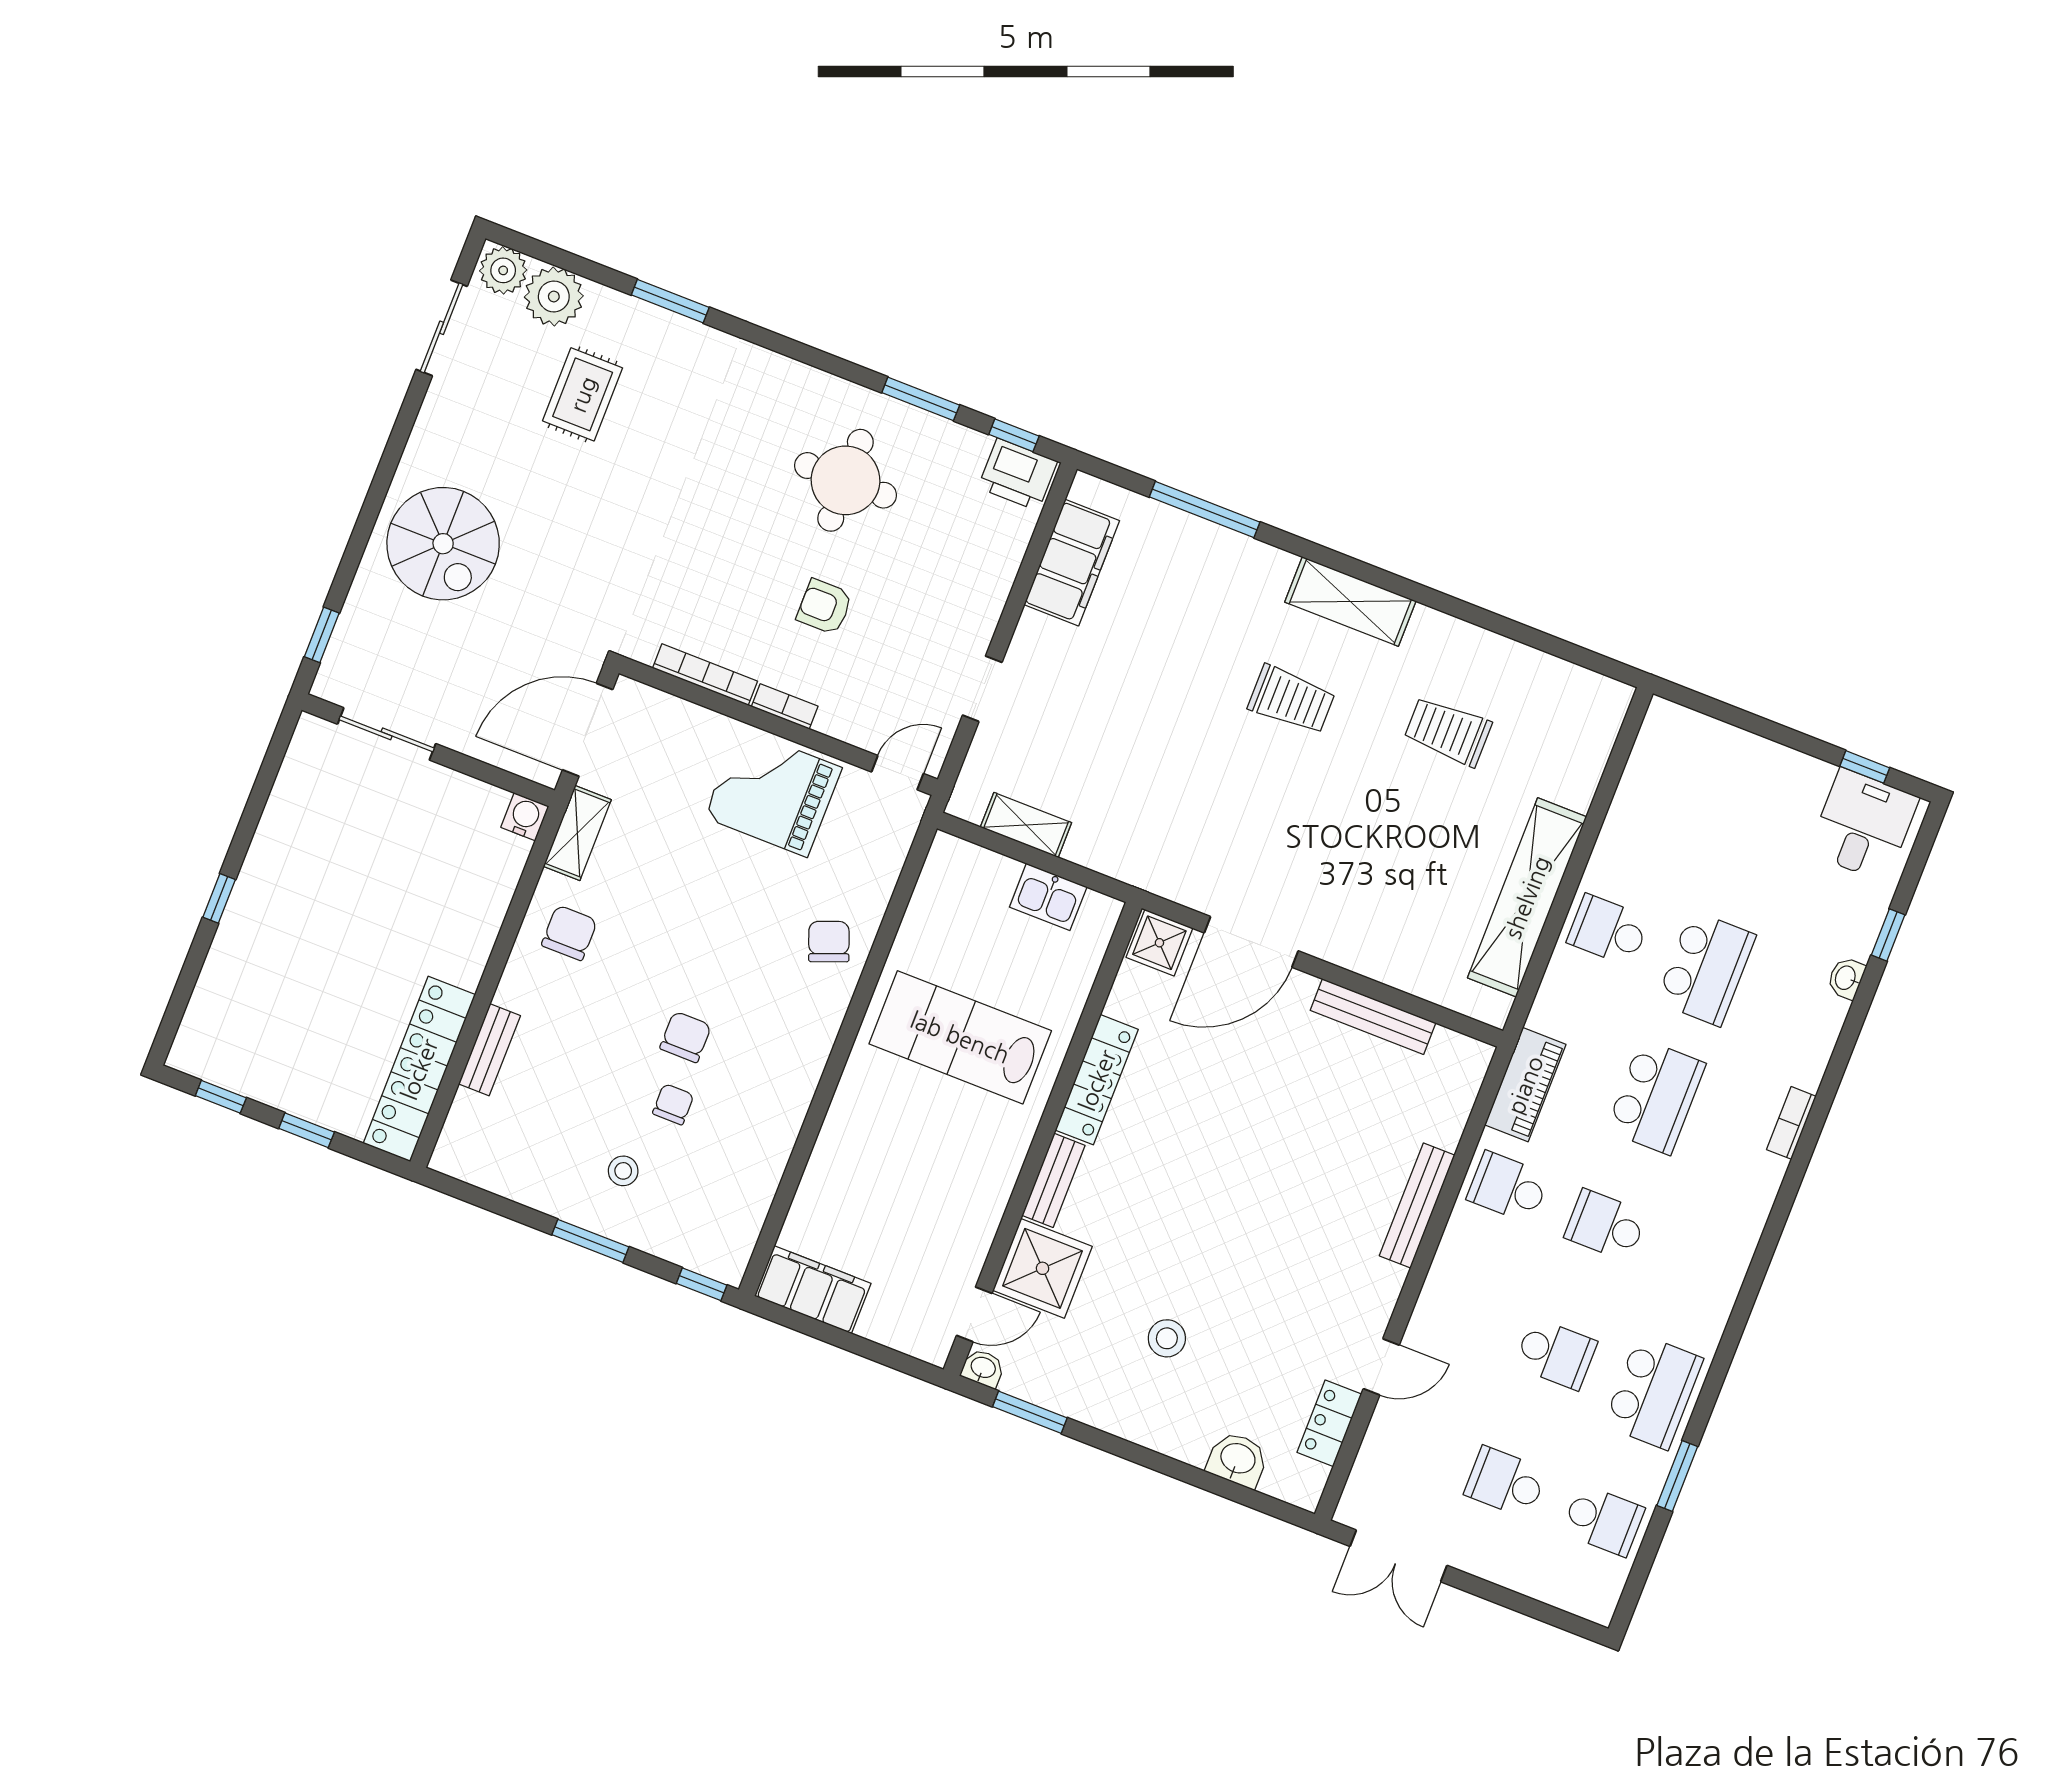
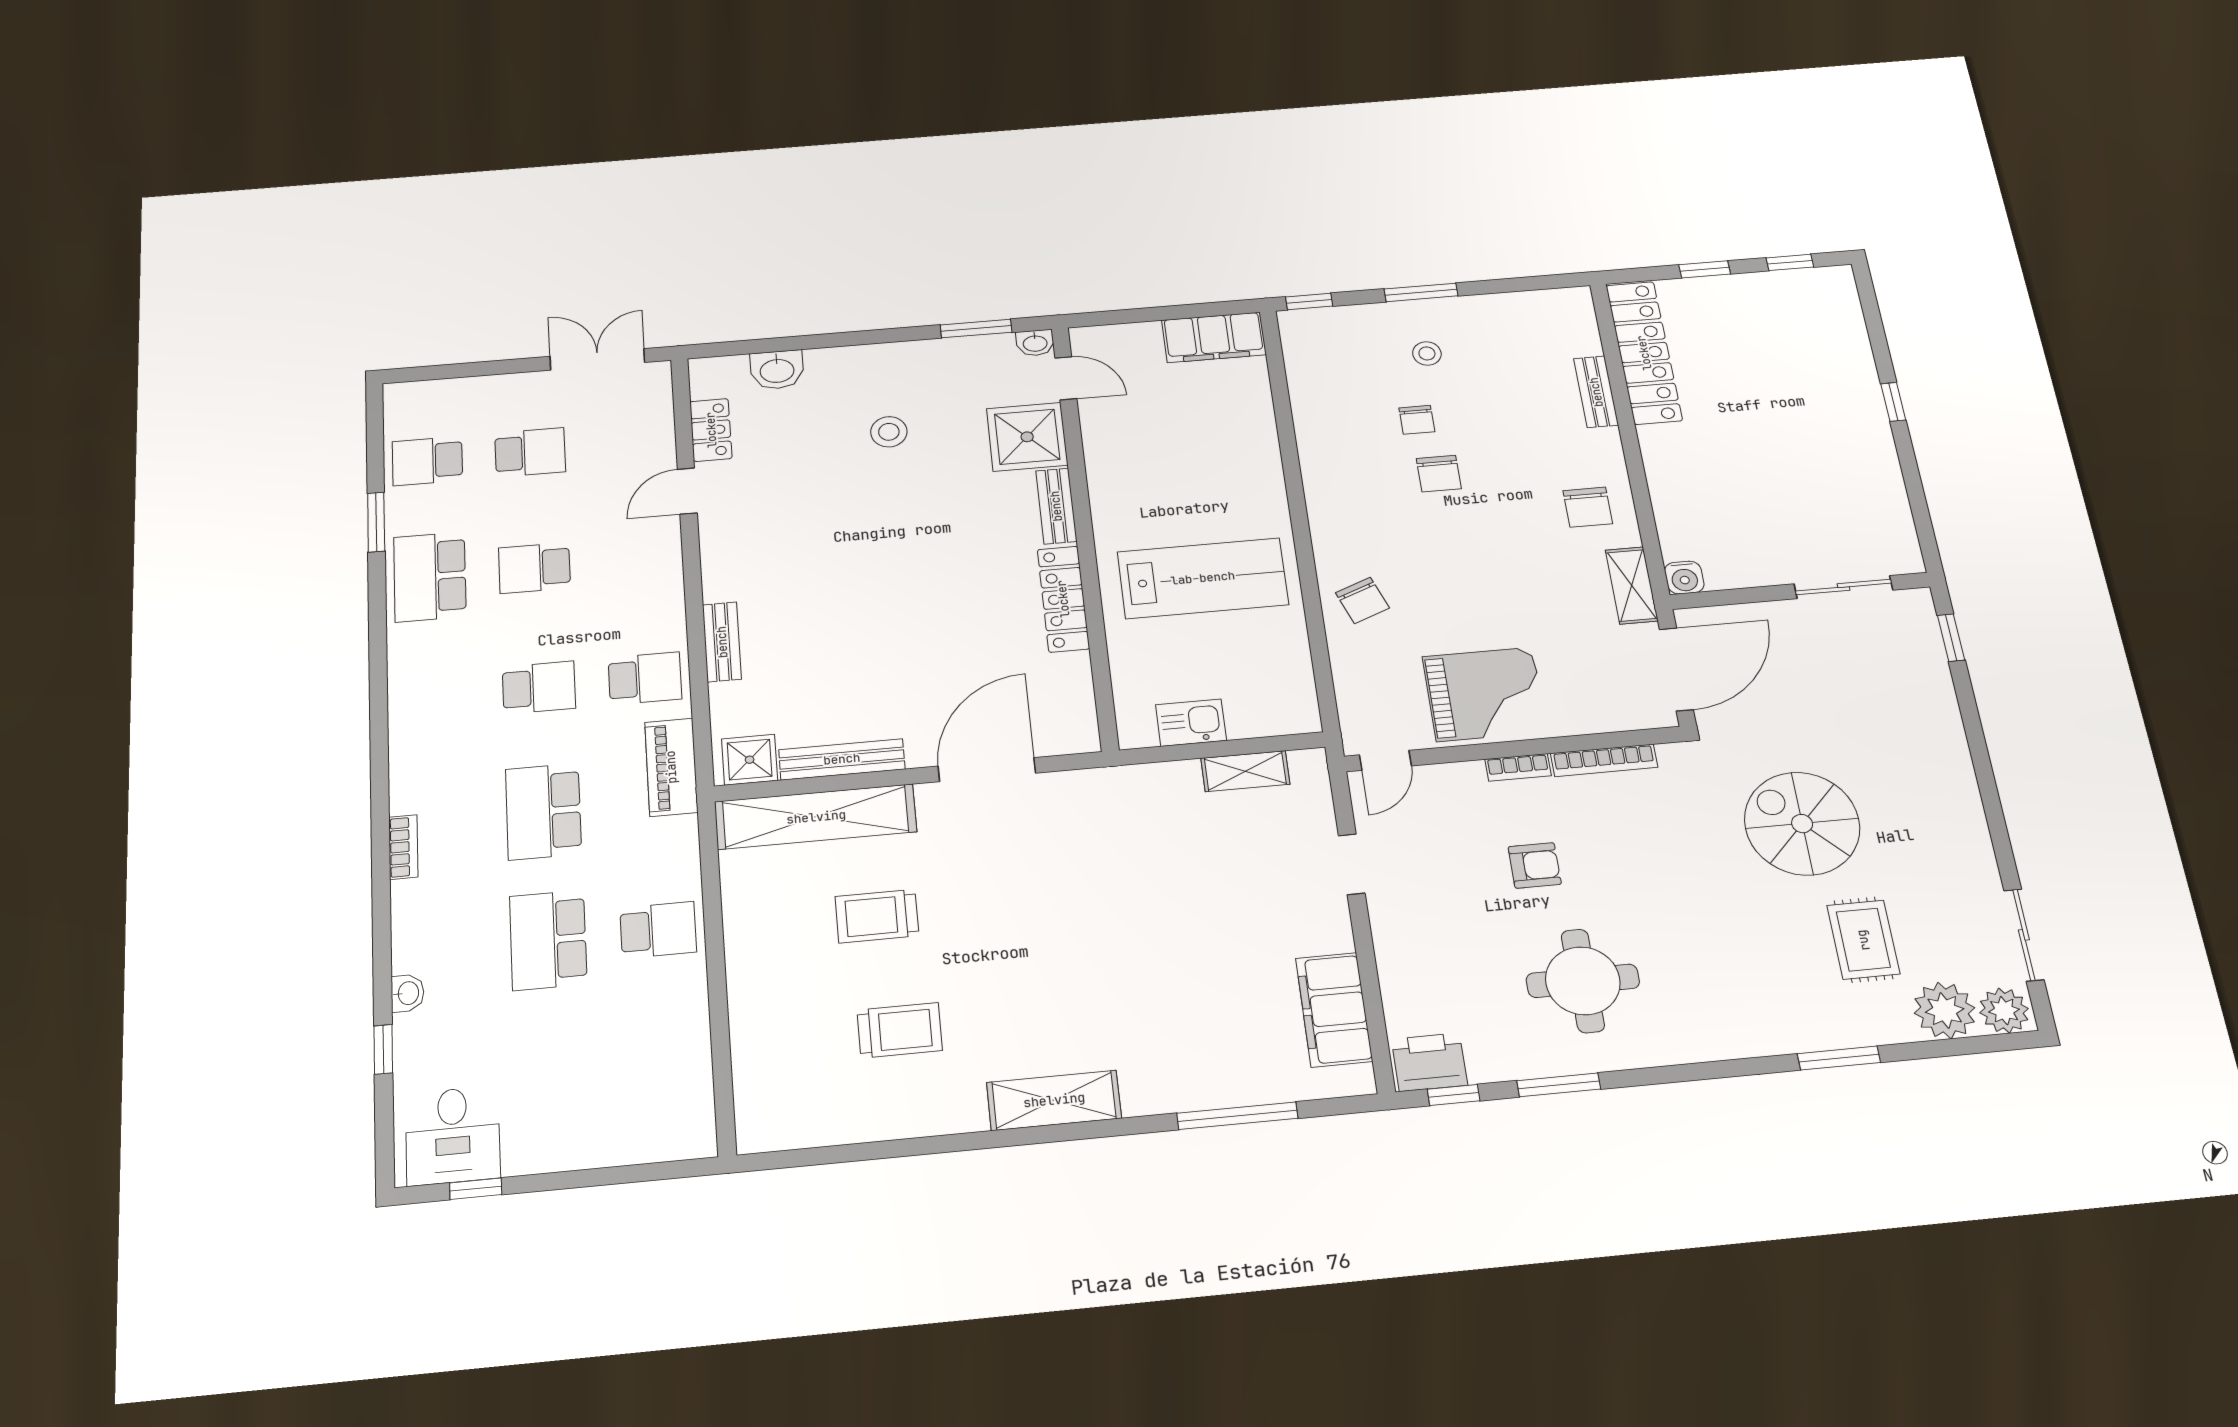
spiral stairs: (443, 544) -> (1802, 824), moved
trolley: (1291, 700) -> (877, 916), moved
shelving: (1527, 897) -> (816, 817), moved, turned 90
shower: (1159, 943) -> (750, 760), moved
bench: (1417, 1205) -> (722, 642), width x0.73
door: (974, 1314) -> (1066, 378), swing flipped

